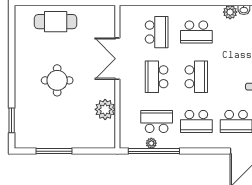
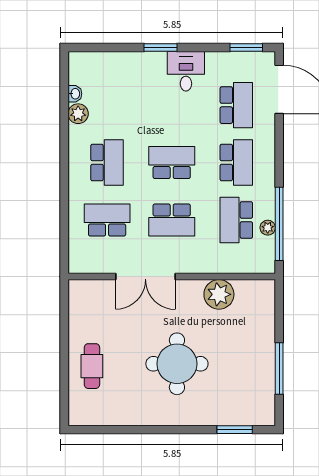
cafe table: (56, 22) -> (92, 366), width x0.73, depth x0.74
round table: (57, 80) -> (177, 364), width x1.36, depth x1.36

